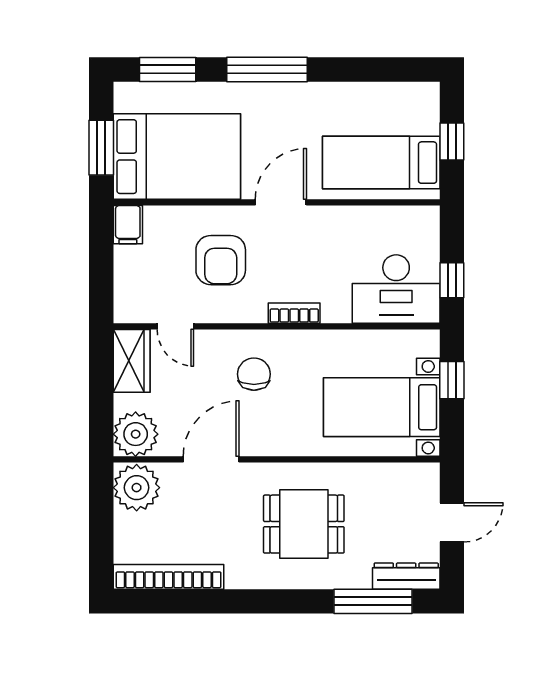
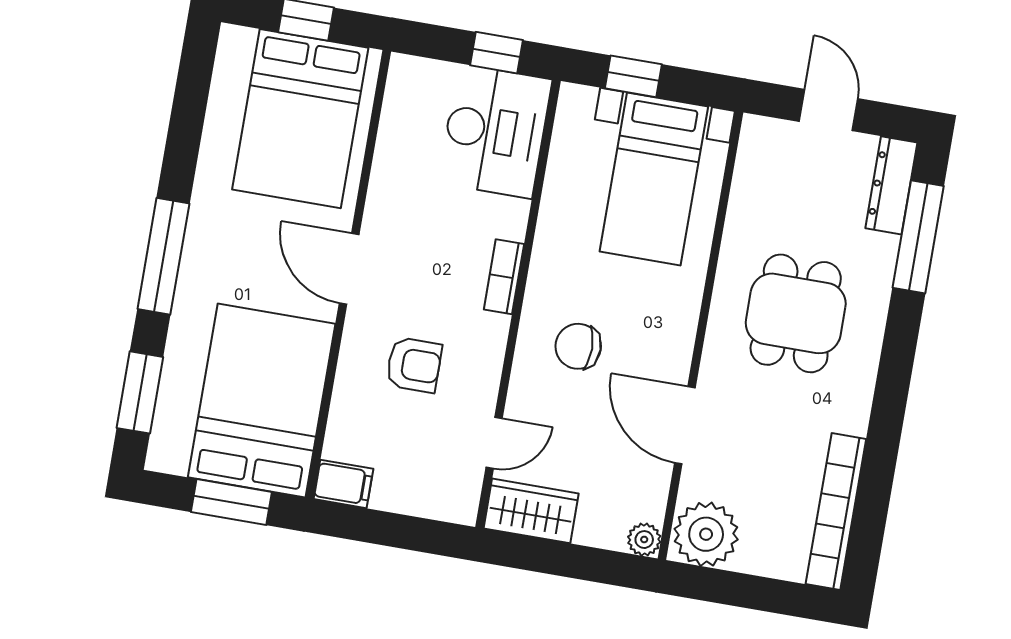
bed: (381, 163) -> (300, 119), width x1.50
armchair: (221, 260) -> (414, 365), width x0.72, depth x0.72
plant: (136, 434) -> (644, 540), width x0.53, depth x0.53

